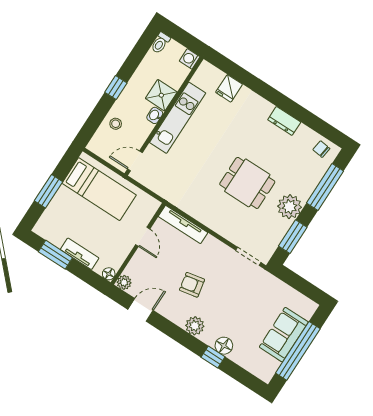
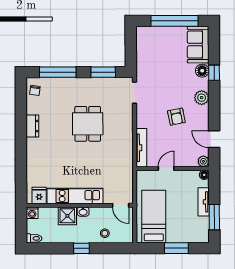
fridge: (229, 88) -> (39, 196), moved, turned -90
plant: (290, 207) -> (85, 87), removed
sofa: (284, 335) -> (198, 45), moved, turned 90

